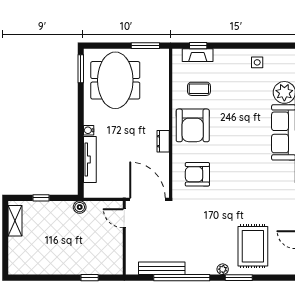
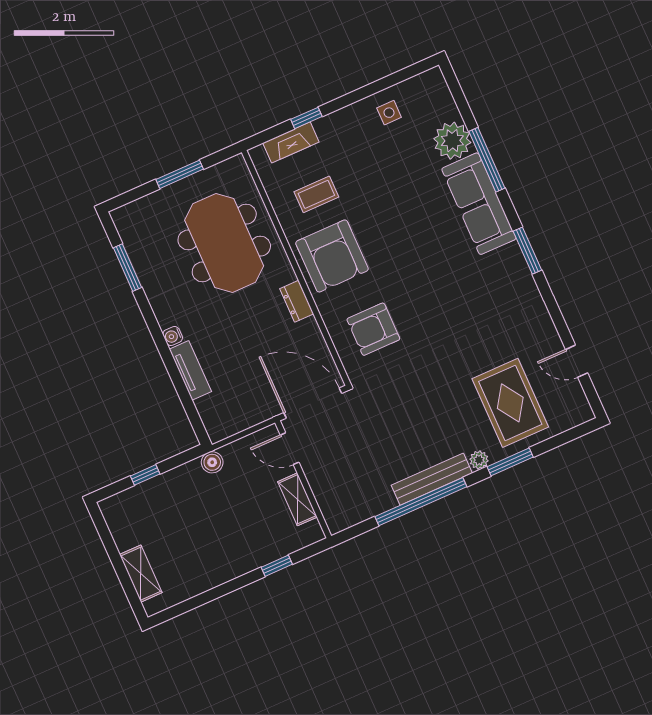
window: (145, 46) -> (180, 174), moved
window: (198, 46) -> (306, 118), moved
window: (81, 69) -> (127, 268), moved
meeting table: (115, 80) -> (224, 243), moved
tv unit: (90, 160) -> (190, 370), width x0.71
shelving: (15, 221) -> (141, 574), moved
shelving: (116, 247) -> (297, 499), added
bench: (162, 268) -> (432, 479), moved

